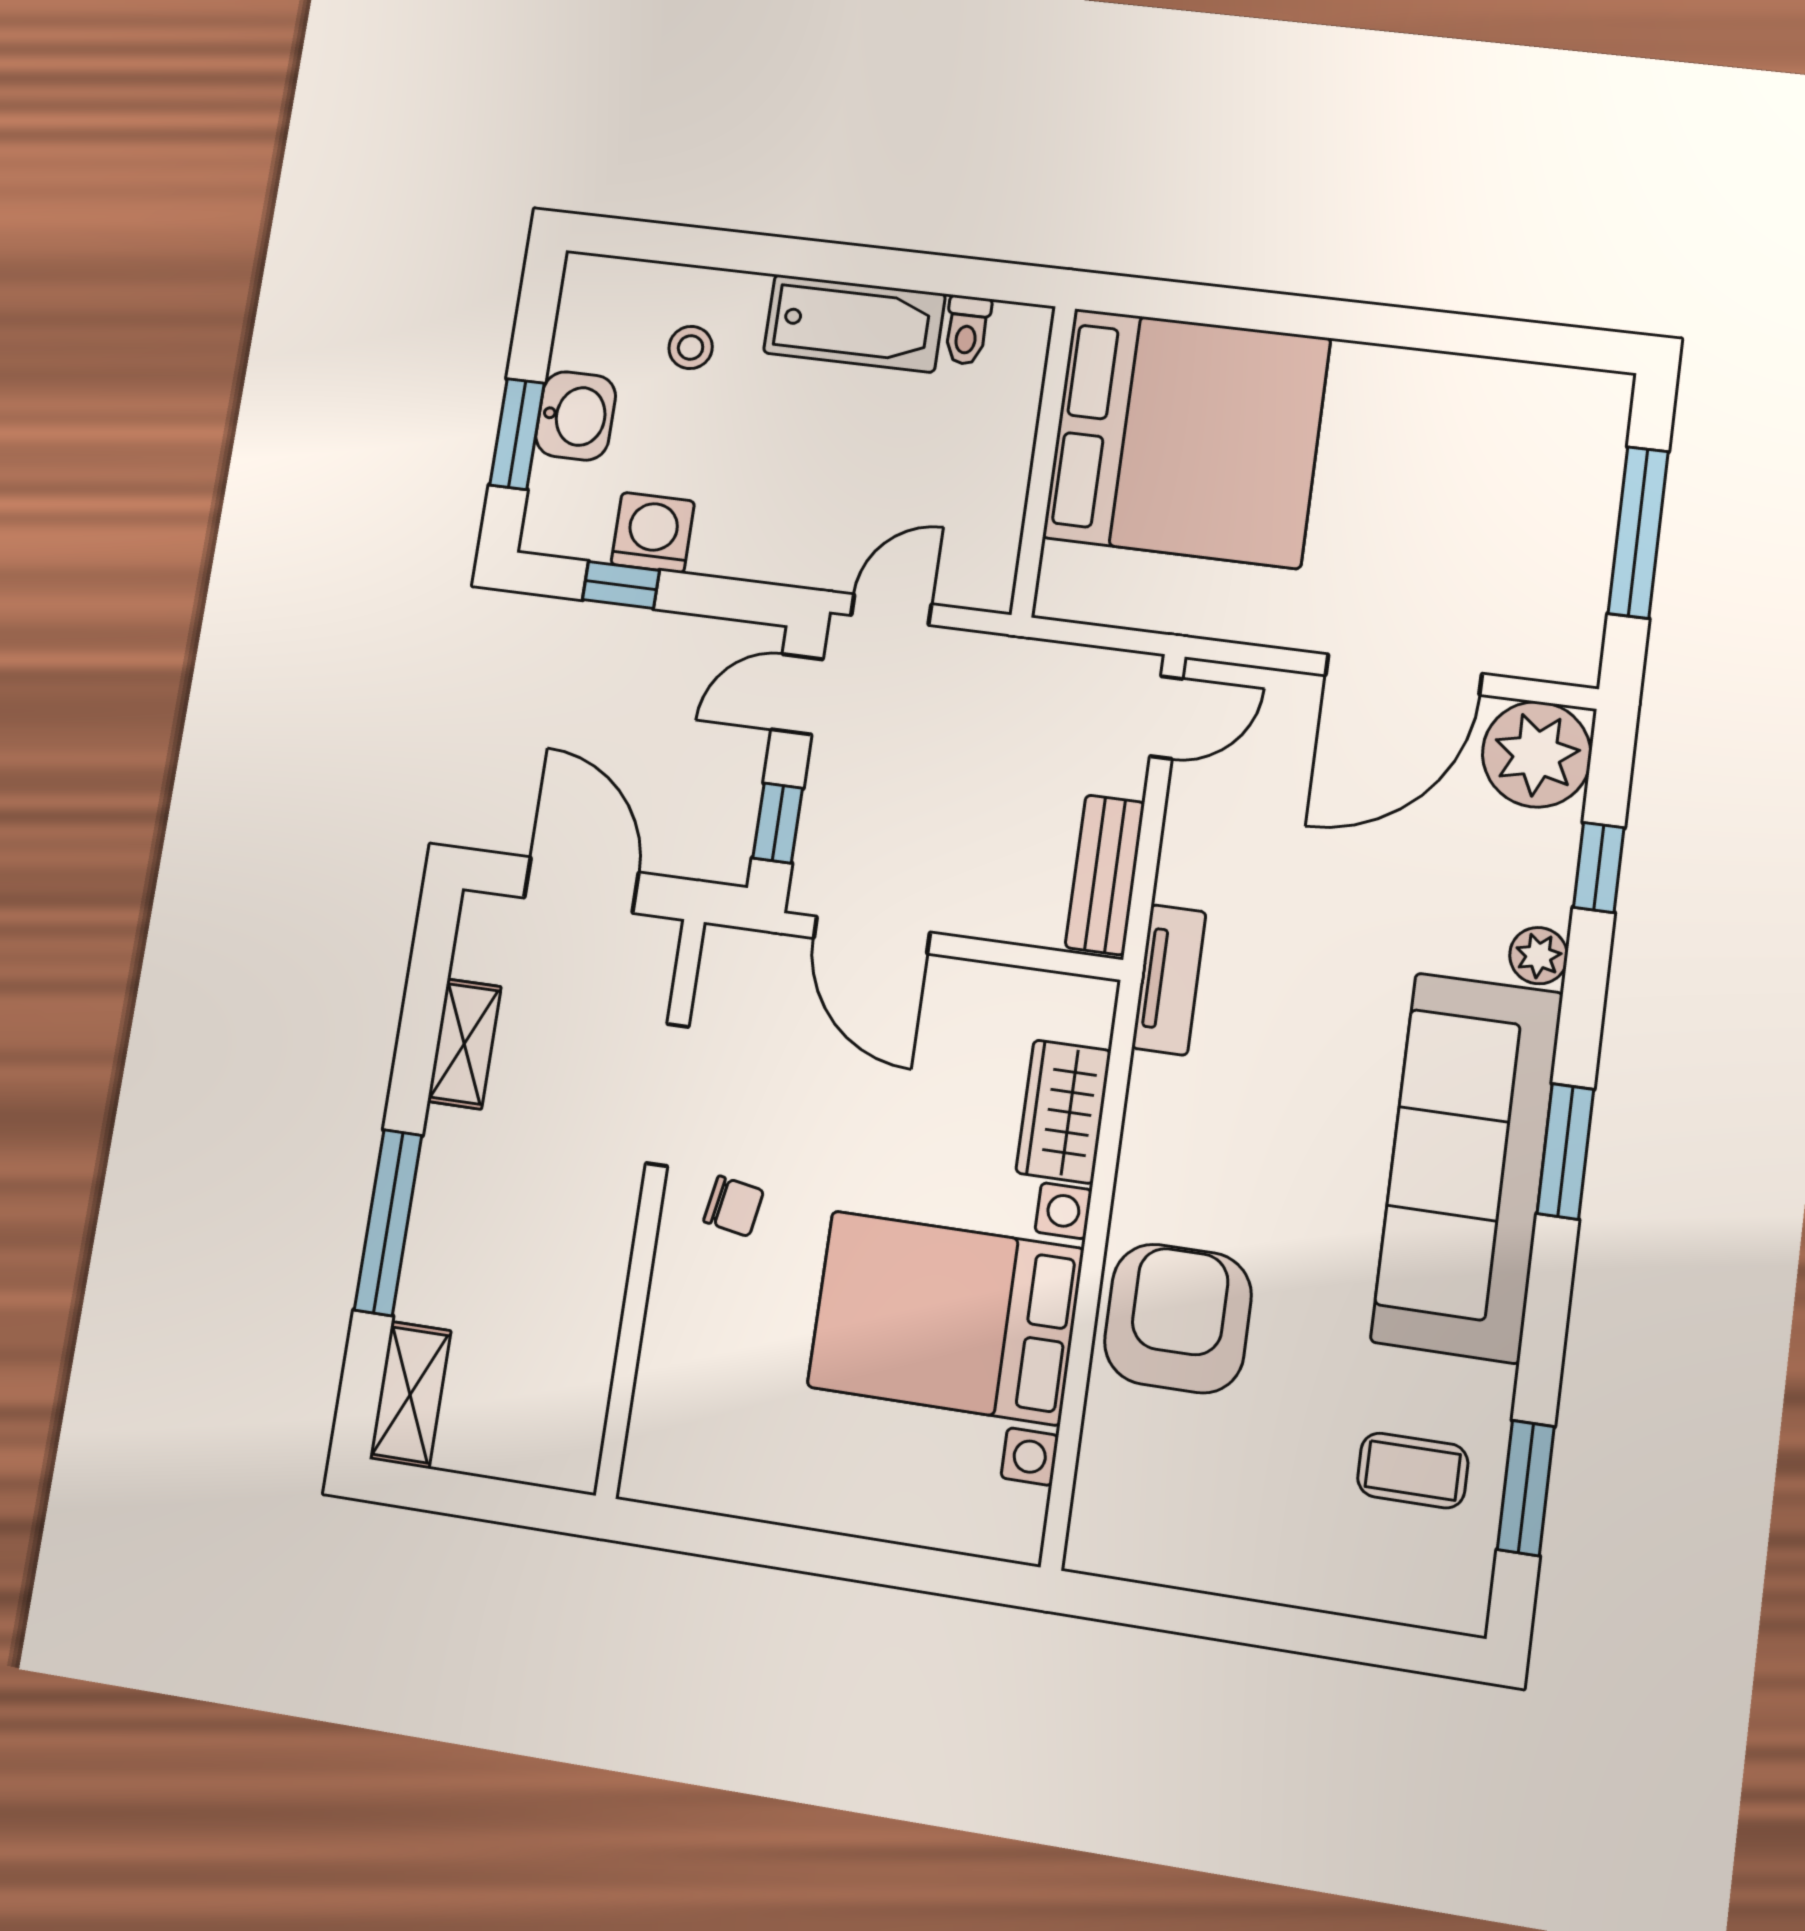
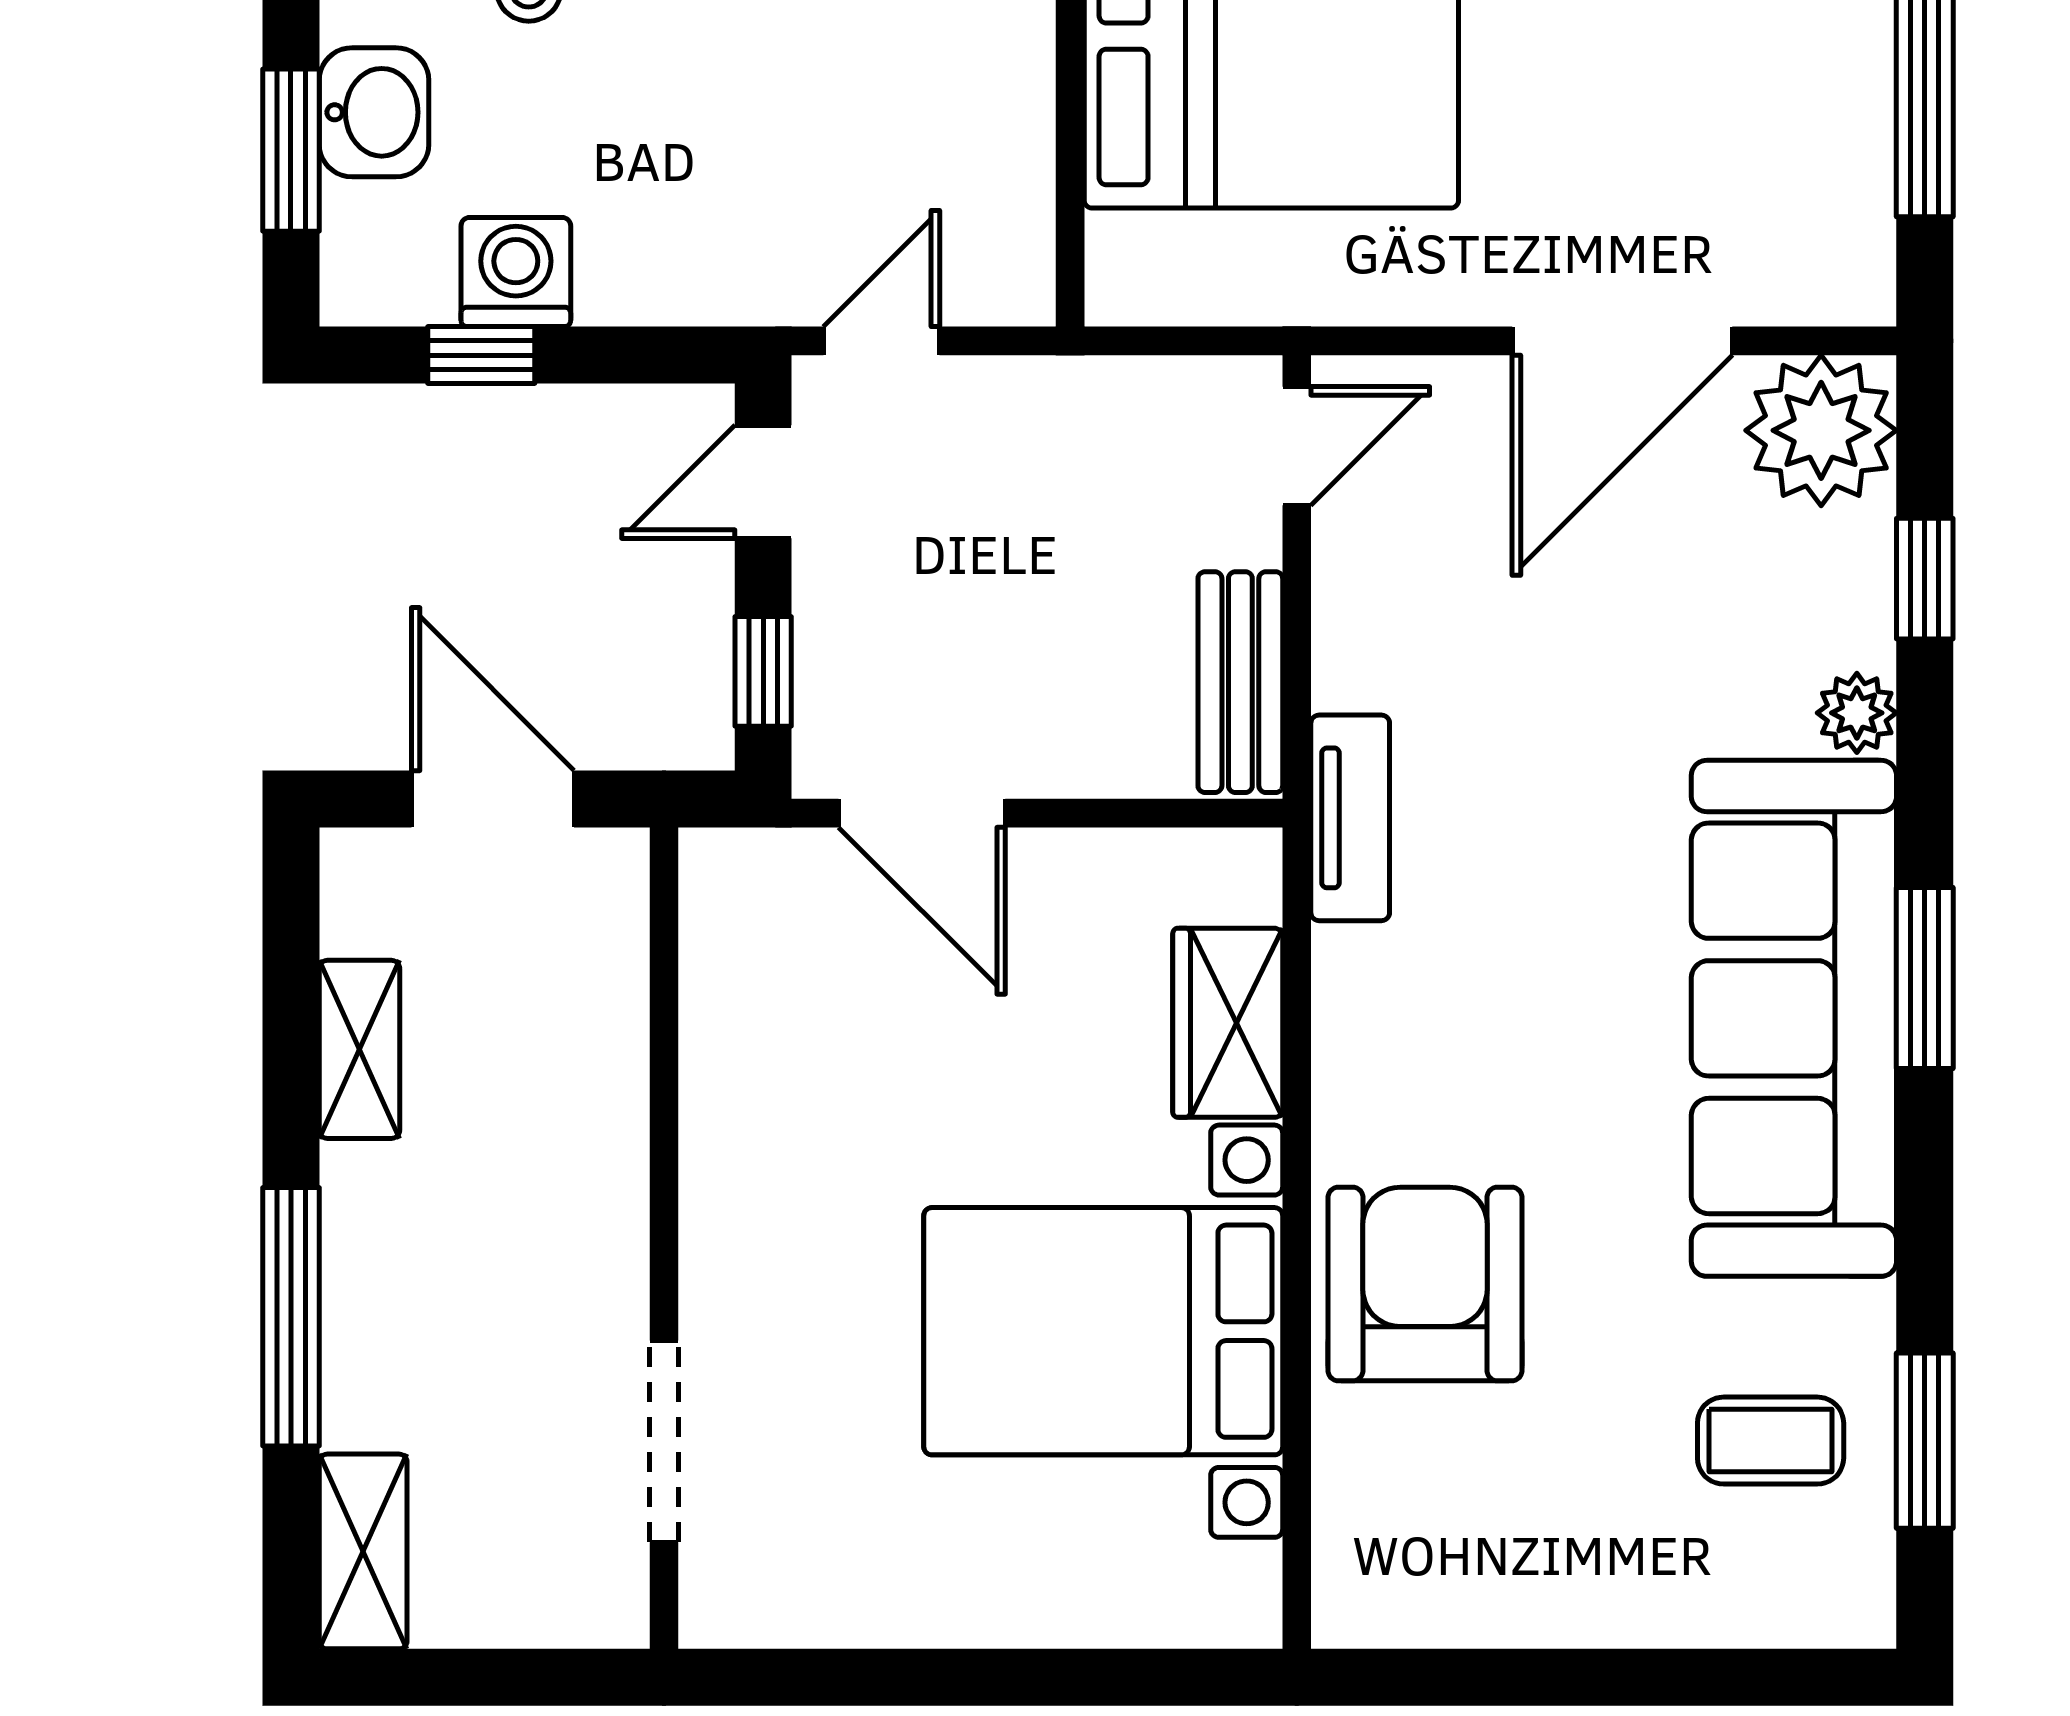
doorway: (667, 1095) -> (664, 1441), moved
chair: (734, 1206) -> (783, 1221), removed

